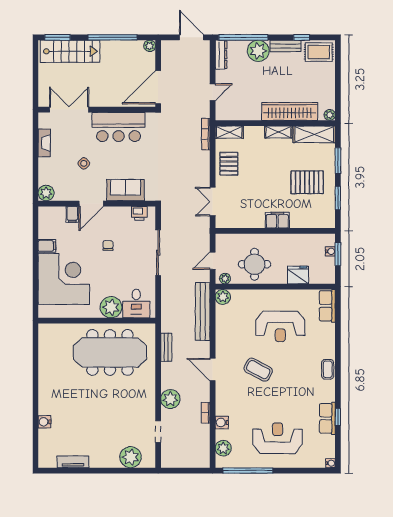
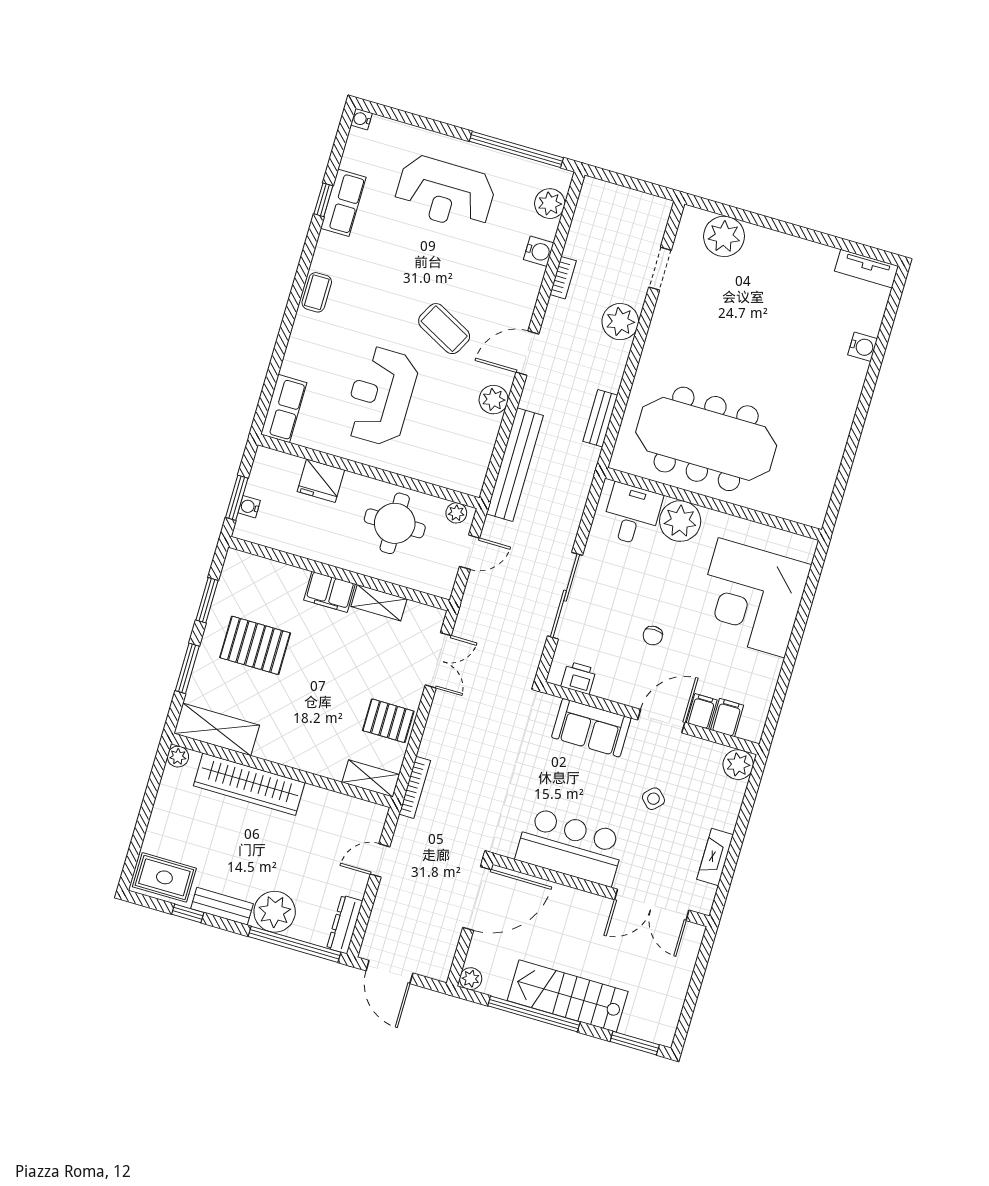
stairs: (70, 51) -> (568, 996), moved
shelving: (278, 132) -> (379, 603), moved
pallet: (229, 164) -> (388, 721), turned 90
filing cabinet: (47, 246) -> (727, 718), moved, turned 90
plant: (223, 297) -> (494, 400), moved
reception desk: (280, 326) -> (381, 396), turned -90
door: (213, 370) -> (527, 353), swing flipped
tv unit: (73, 462) -> (867, 269), moved

